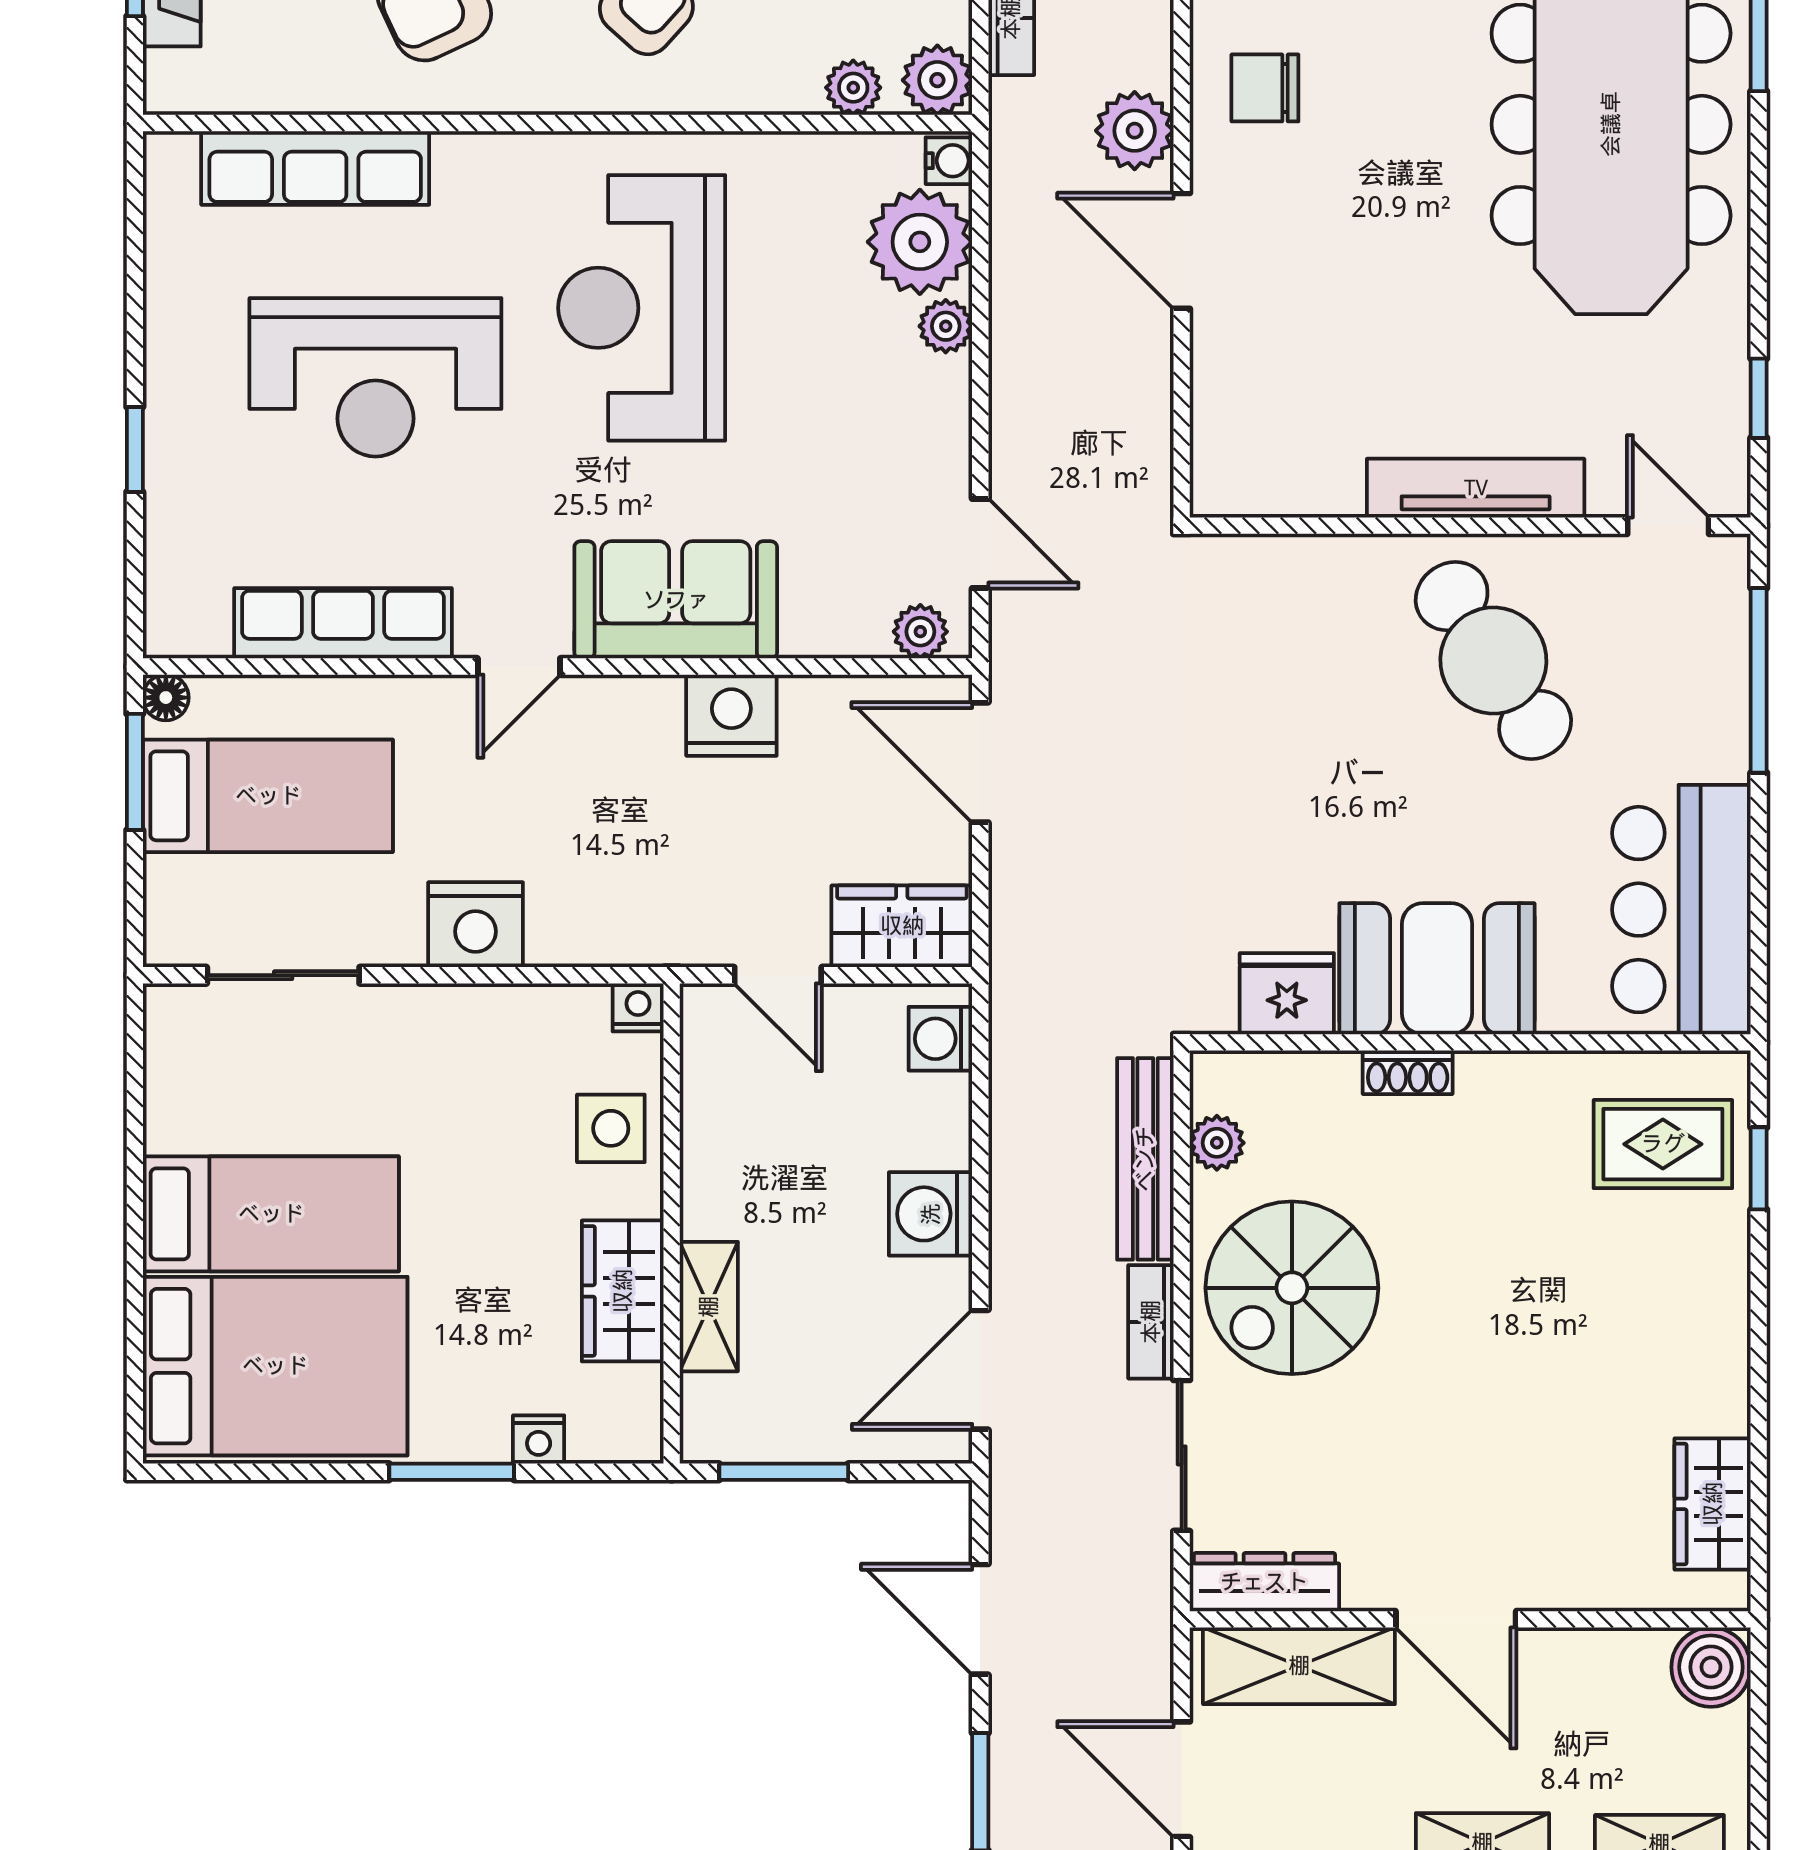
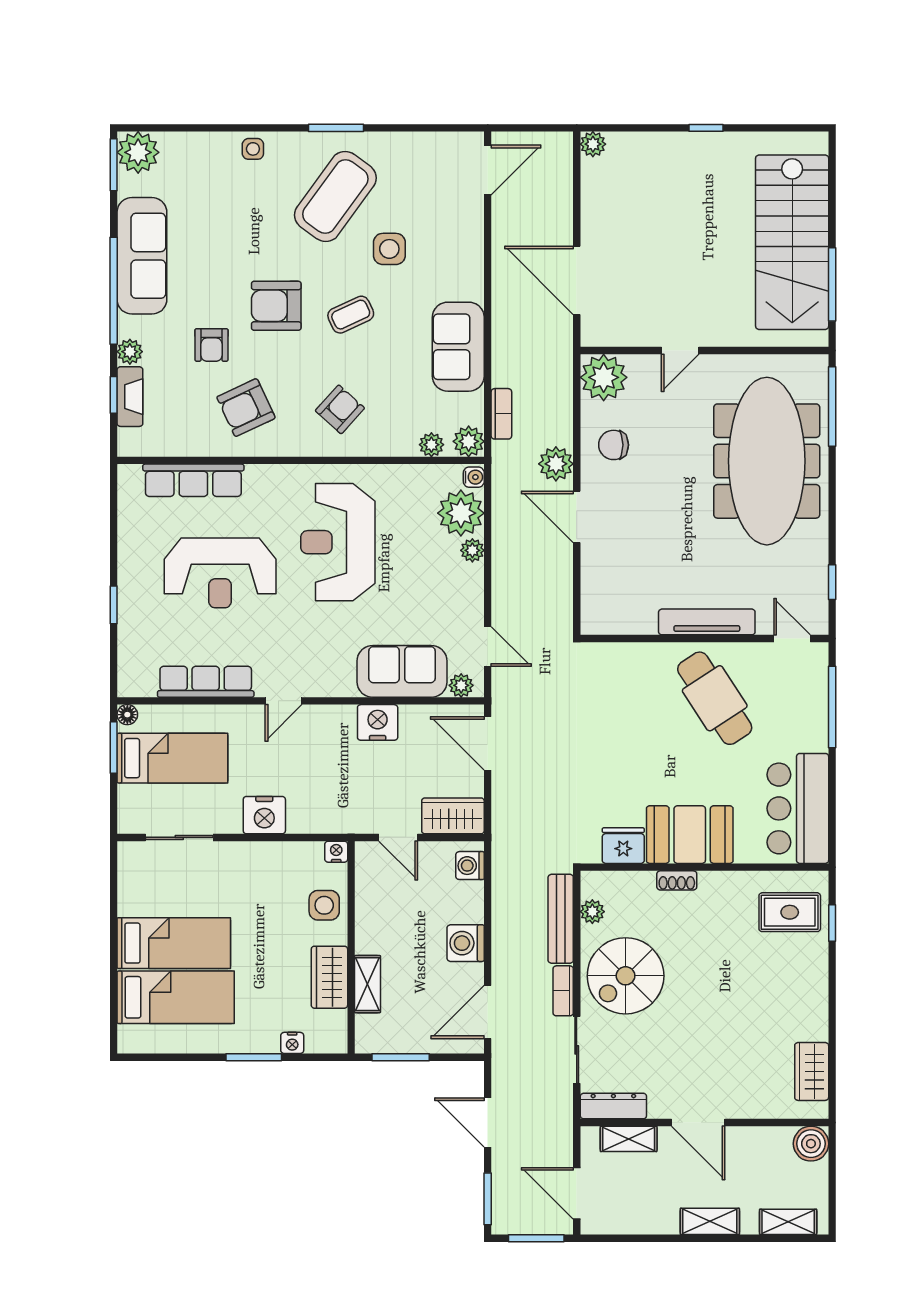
sofa: (676, 600) -> (402, 671), moved
bed: (275, 1366) -> (176, 997), width x0.67
shelving: (1299, 1666) -> (629, 1139), width x0.67, depth x0.75

